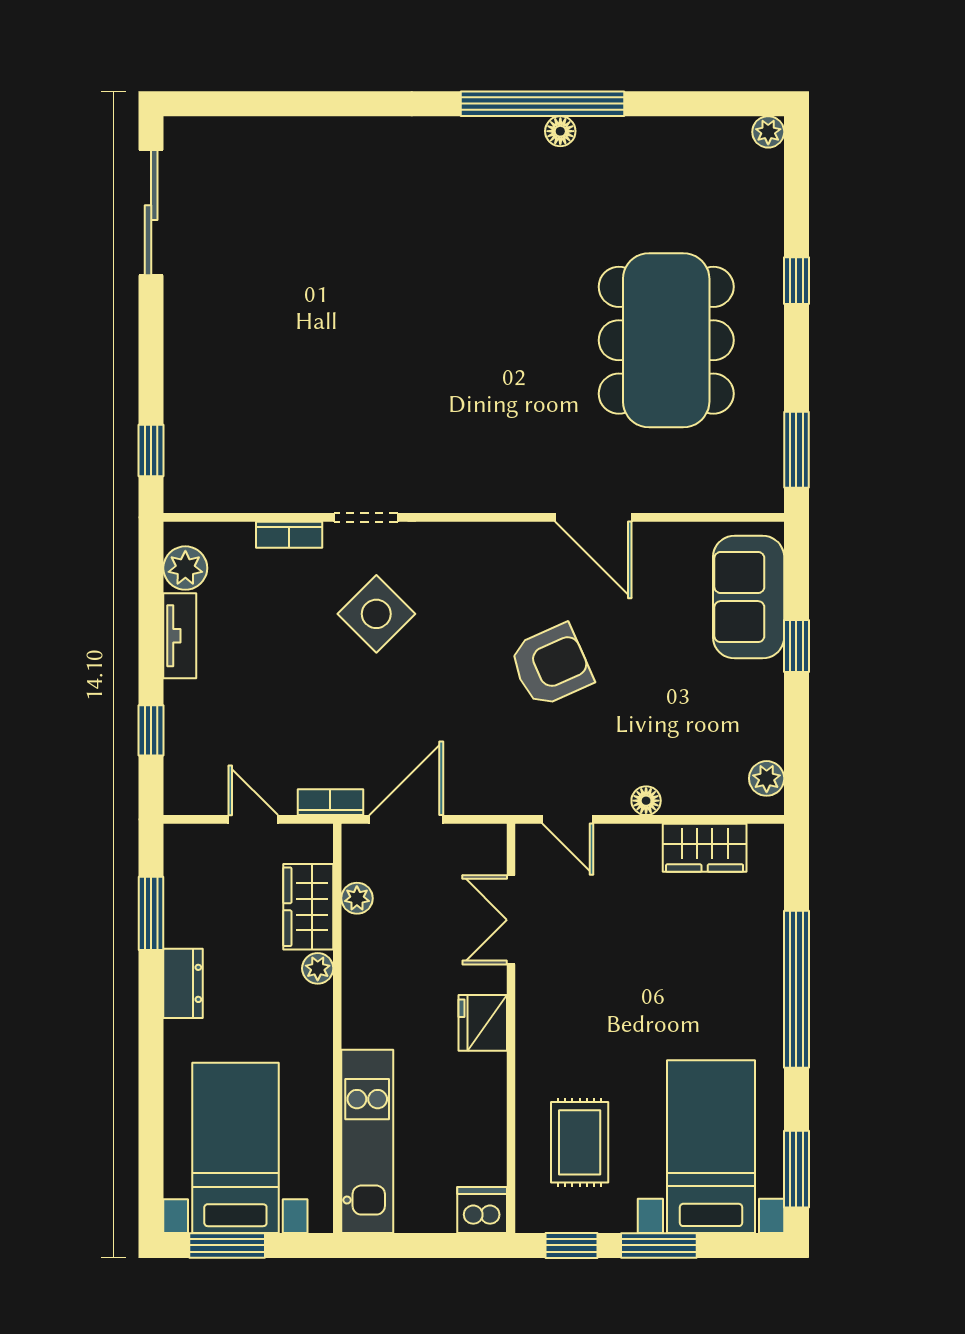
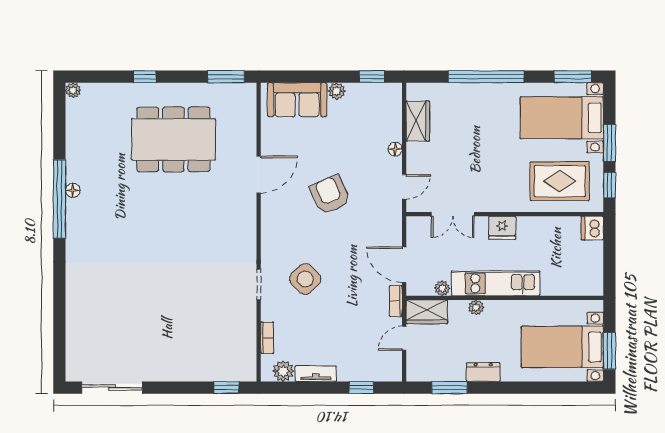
bookcase: (289, 535) -> (267, 338), moved
window: (796, 646) -> (372, 77), moved
plant: (767, 778) -> (337, 91), moved
wardrobe: (308, 907) -> (427, 312), moved
kitchen unit: (367, 1141) -> (496, 283), moved
rug: (580, 1142) -> (560, 181), width x1.36, depth x1.43

